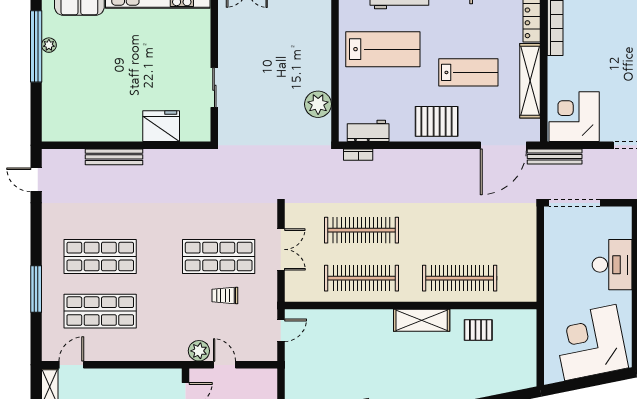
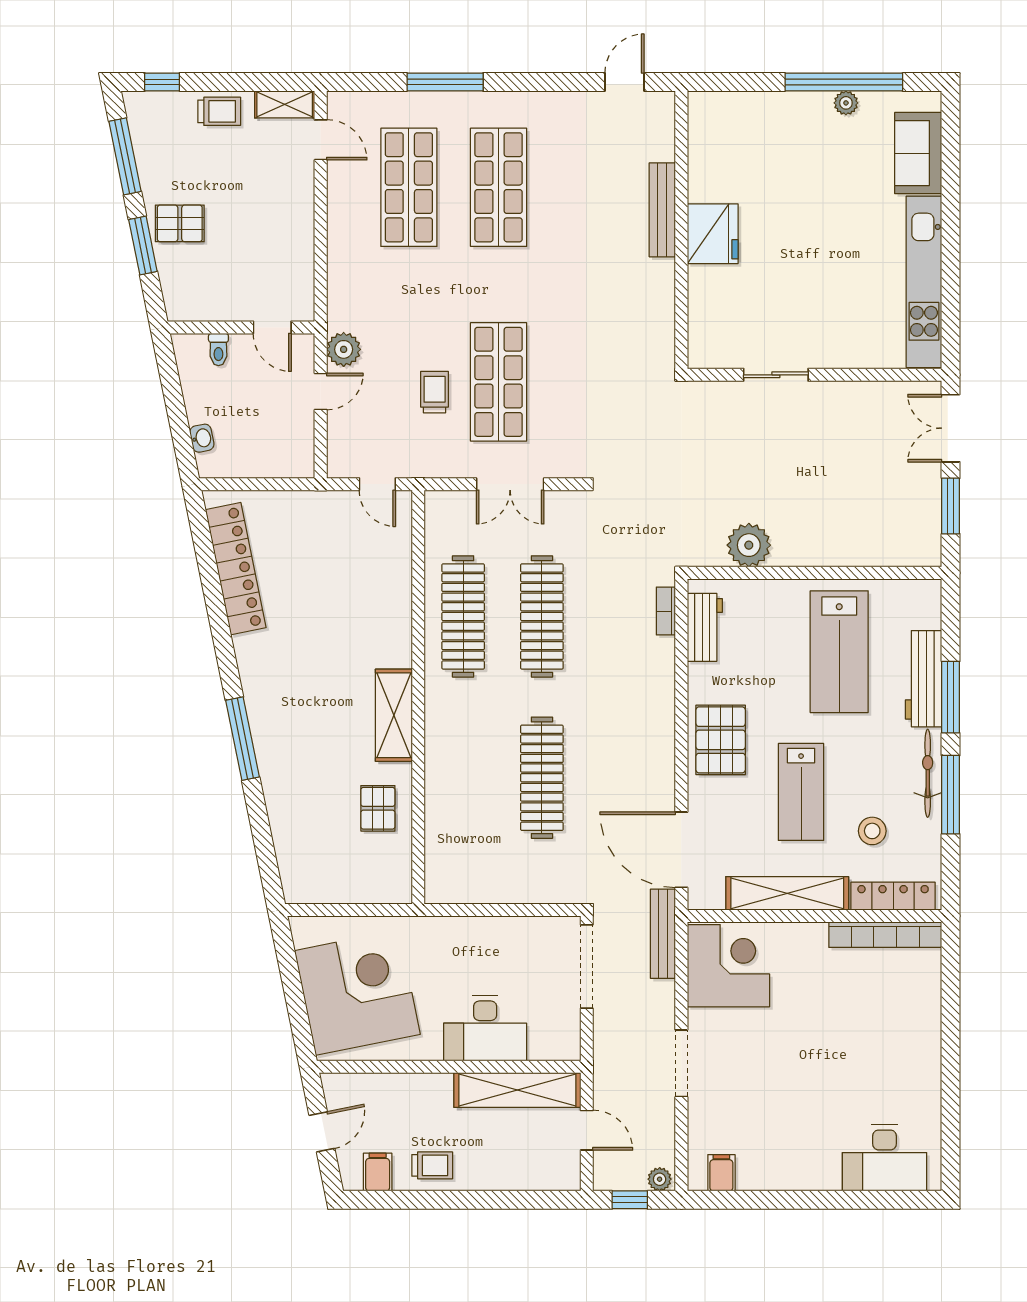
stool: (492, 29) -> (872, 831), added
fridge: (161, 126) -> (713, 234), moved
clothes rail: (460, 278) -> (542, 778), moved

